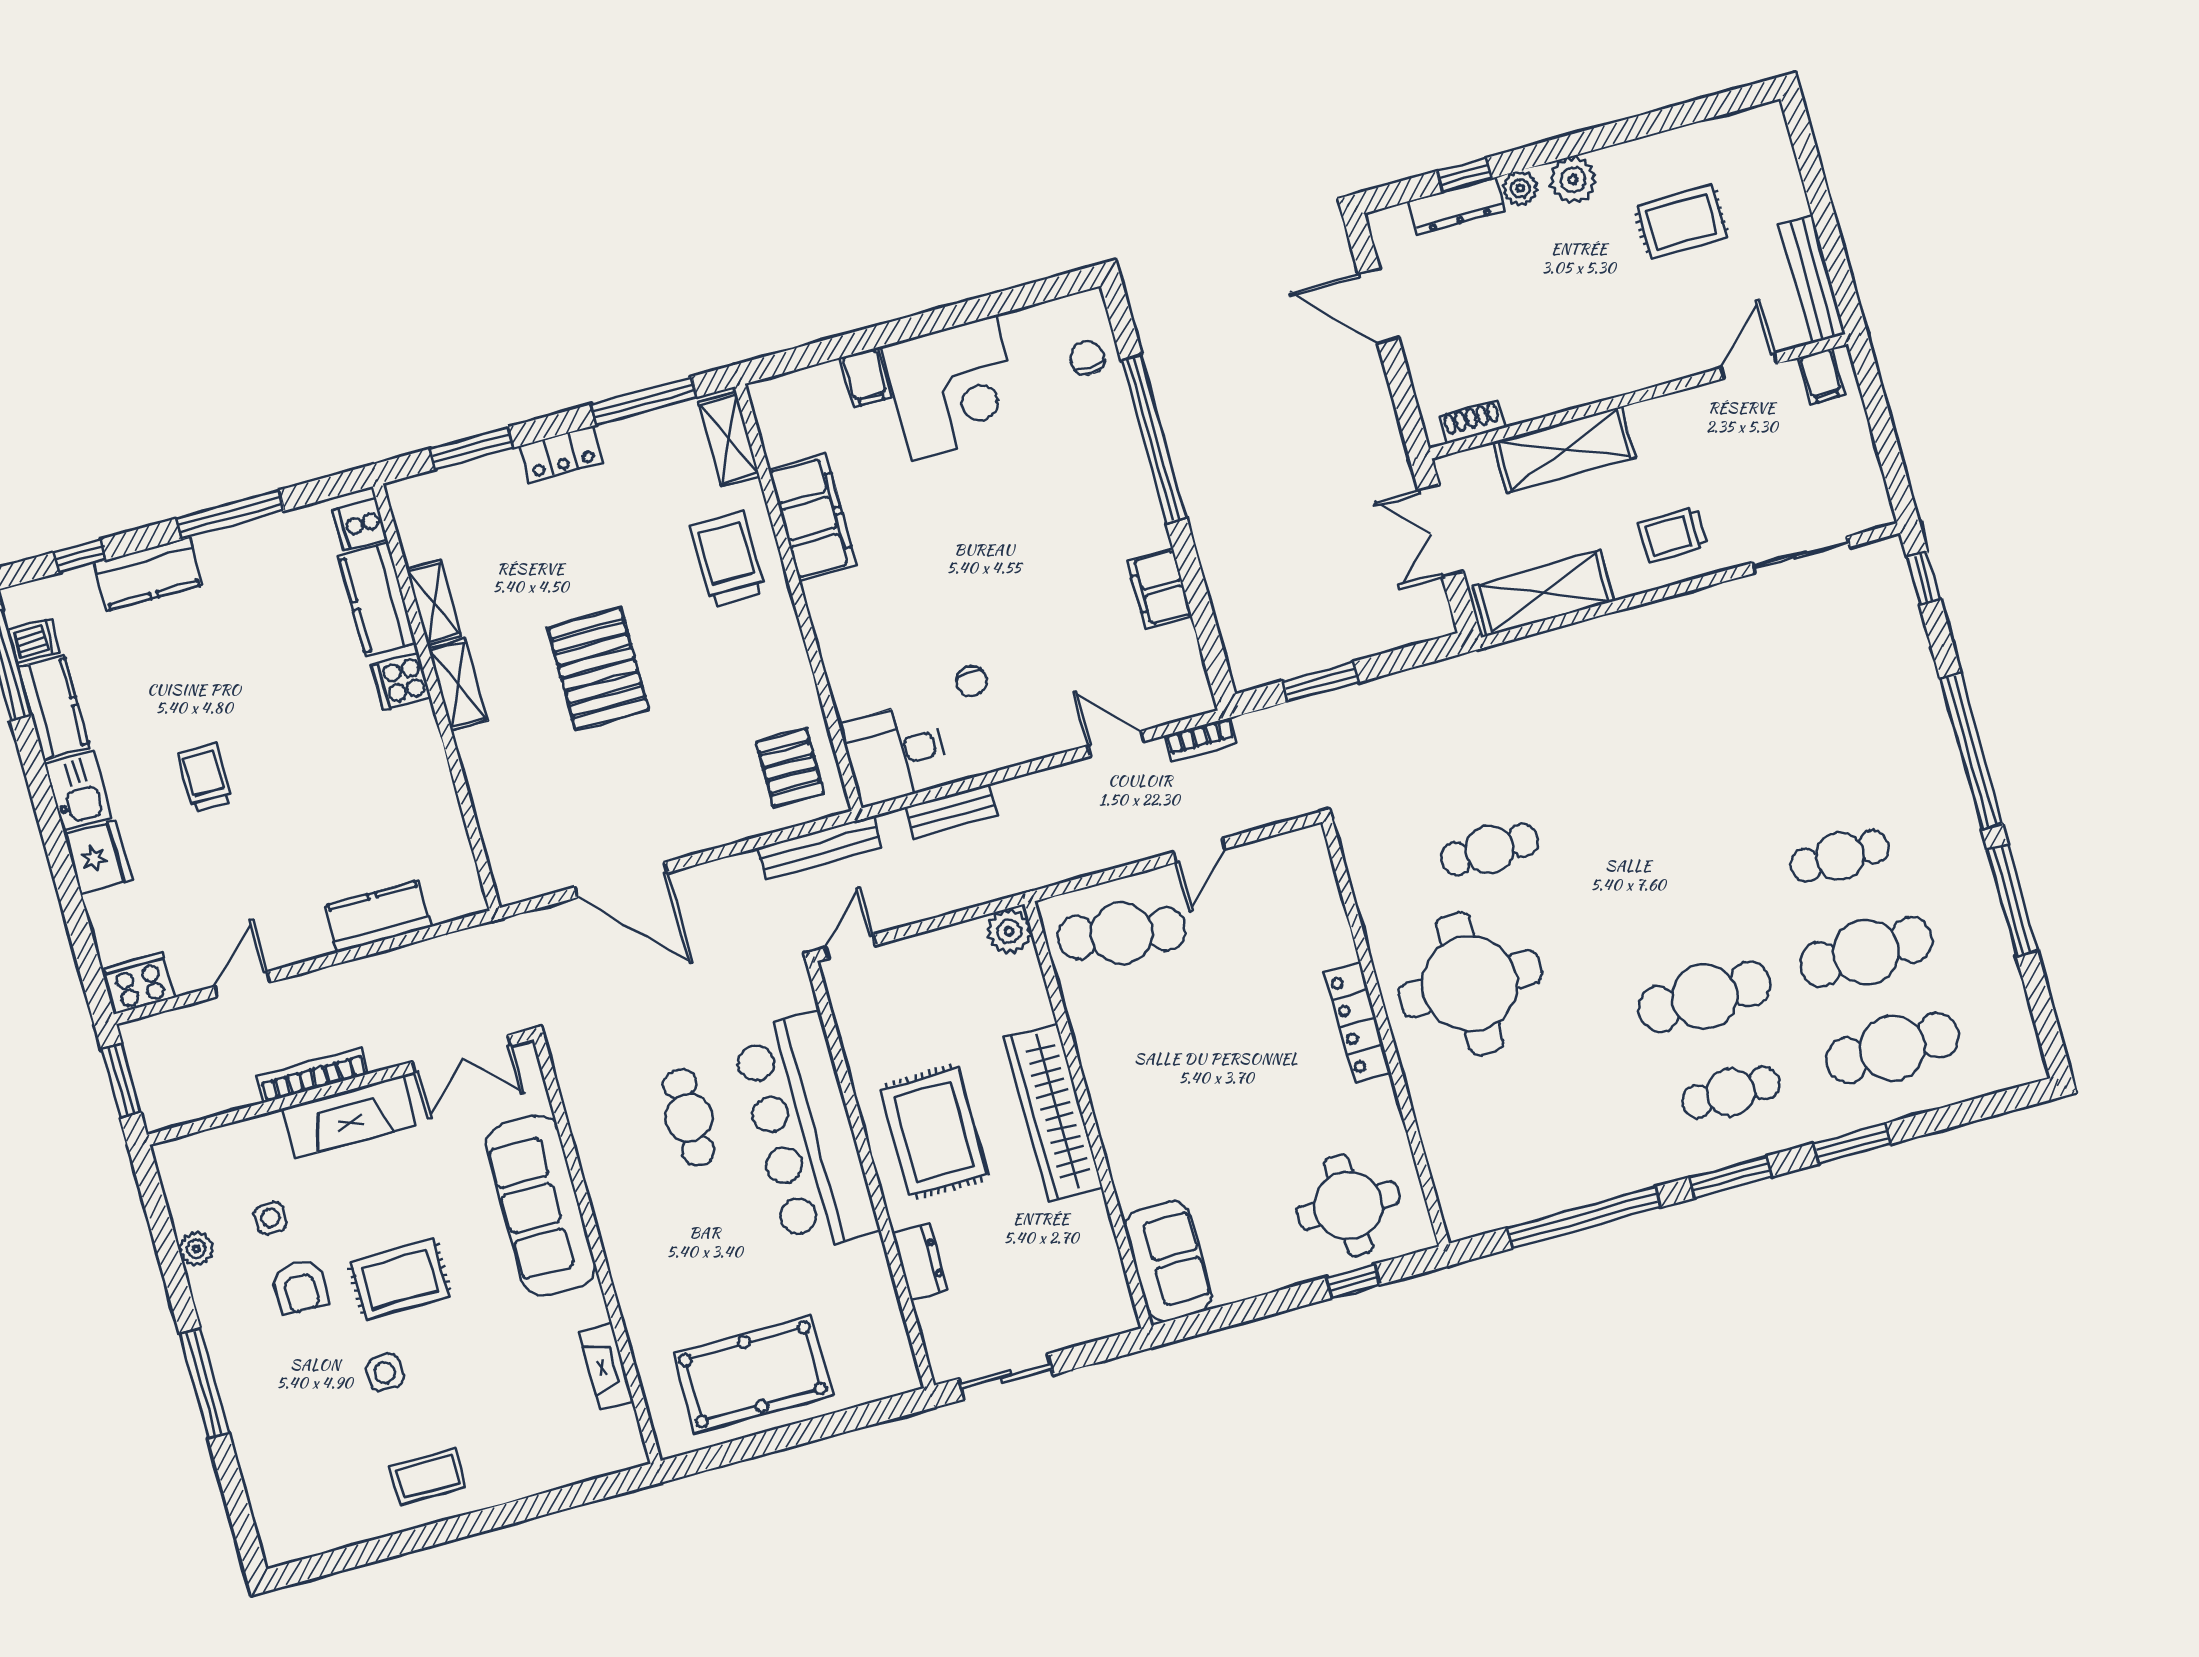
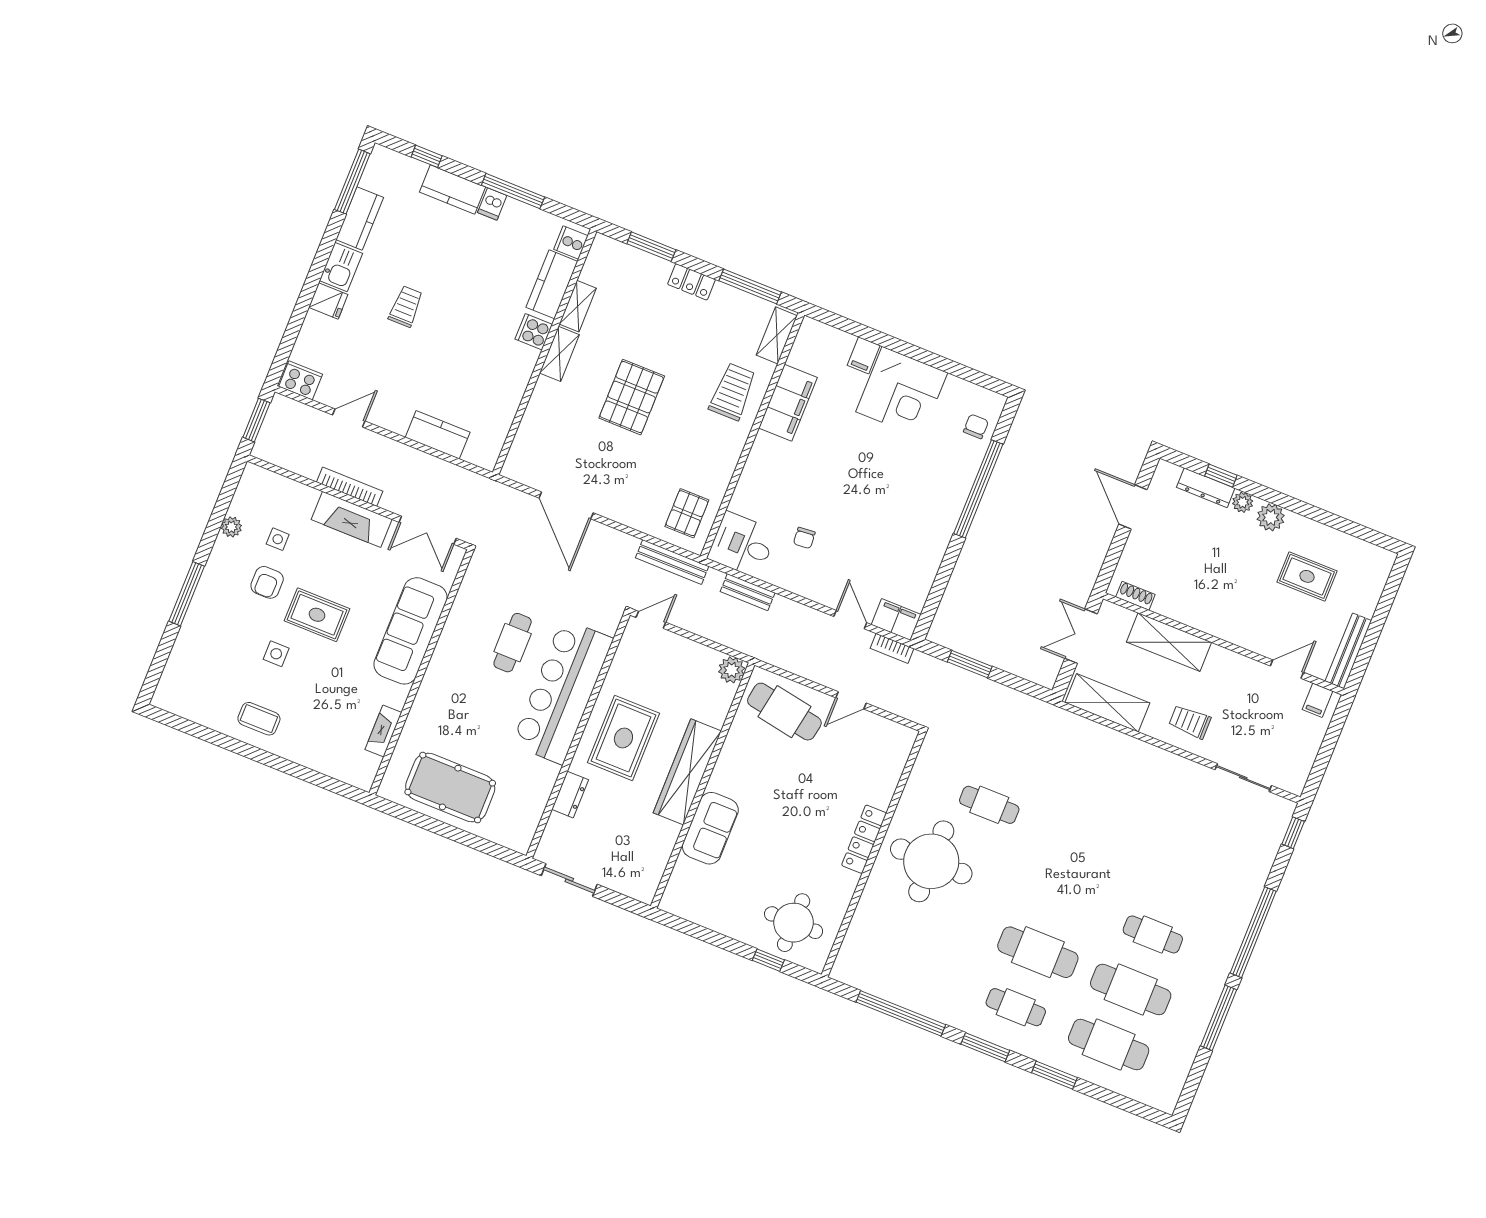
filing cabinet: (1160, 588) -> (896, 620), moved, turned 90
dishwasher: (34, 641) -> (492, 204), moved, turned 90
fridge: (98, 857) -> (328, 301), width x0.72
sofa: (1168, 1261) -> (710, 828), moved

